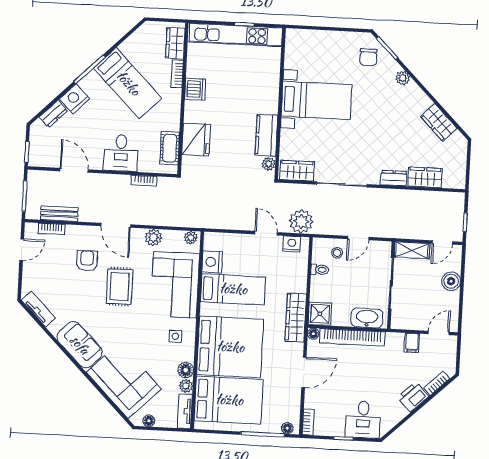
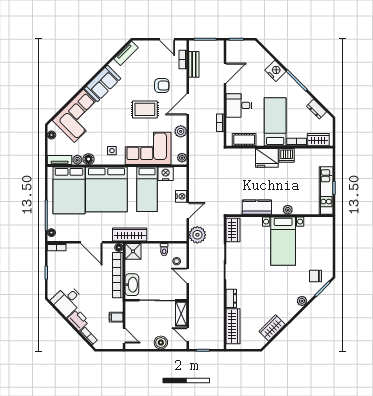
kitchen unit: (236, 35) -> (326, 191), width x0.73
bed: (128, 83) -> (275, 122), moved, turned 135
dresser: (53, 114) -> (316, 109), moved
fridge: (196, 140) -> (267, 158), moved
plant: (269, 164) -> (288, 210), moved
wardrobe: (425, 177) -> (233, 326), width x1.50
nightstand: (292, 244) -> (181, 196), moved
desk: (363, 419) -> (67, 300), moved, turned -44

